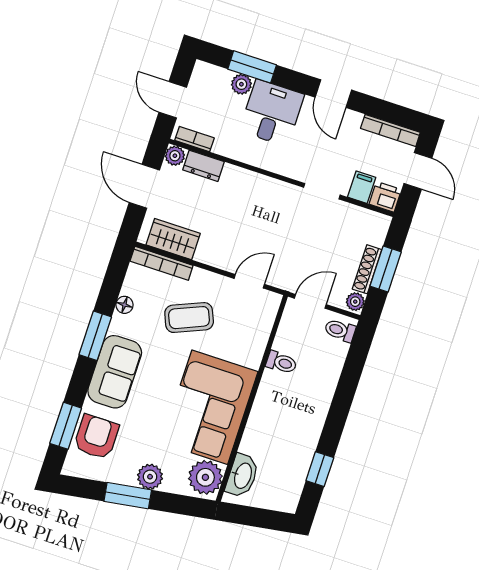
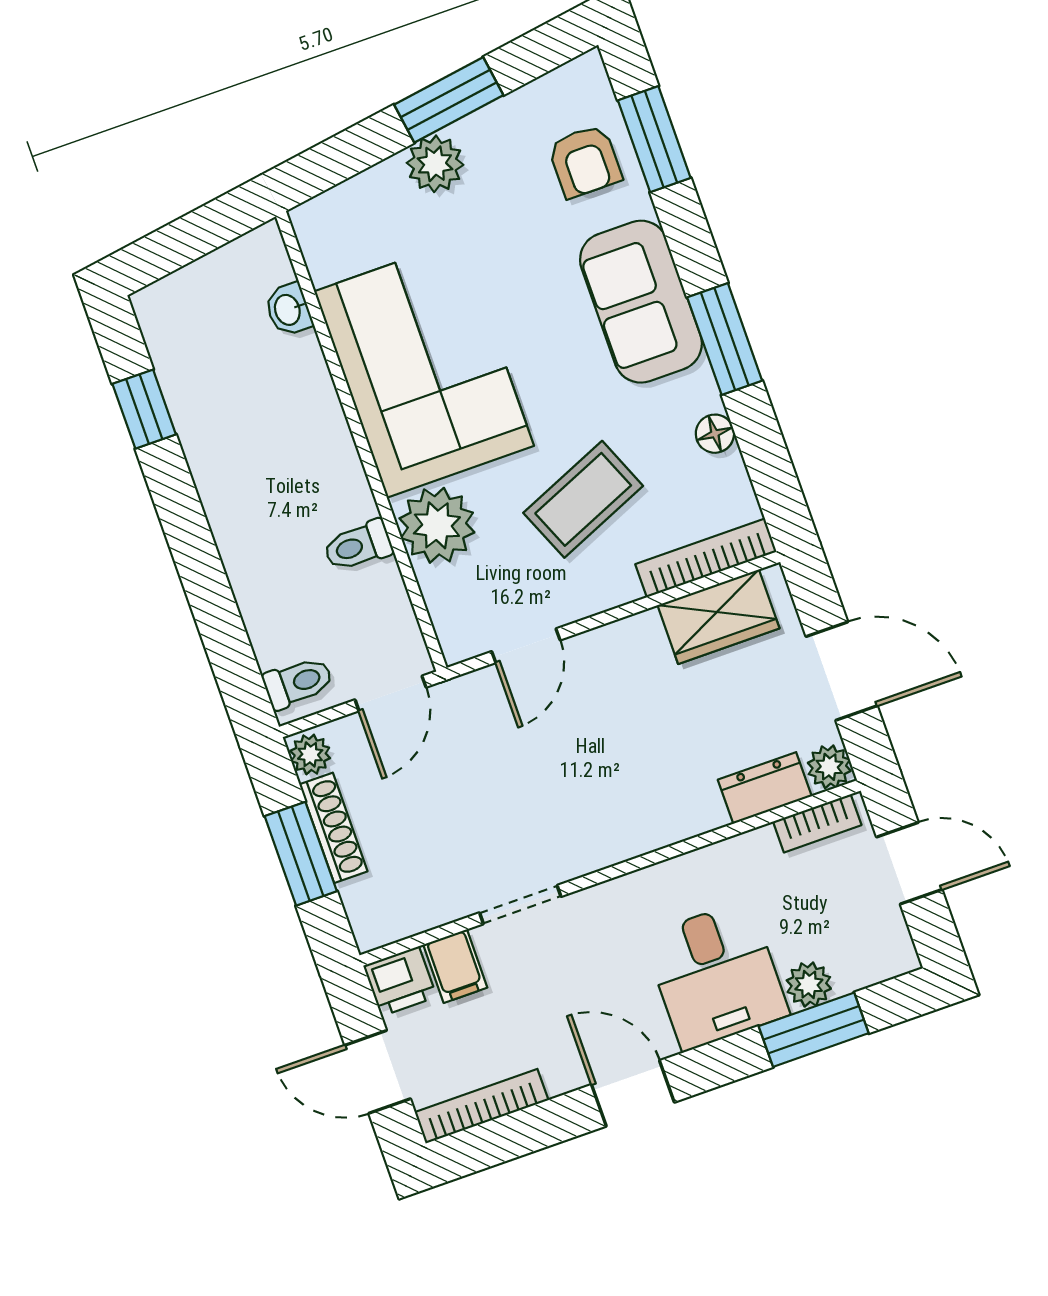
armchair: (96, 437) -> (585, 161), width x0.72, depth x0.72
washbasin: (242, 476) -> (288, 310), width x0.52, depth x0.69
plant: (205, 477) -> (437, 525), moved

